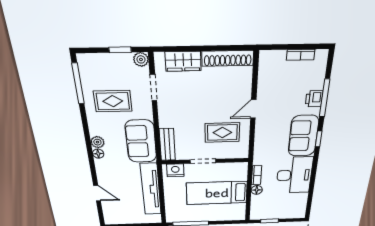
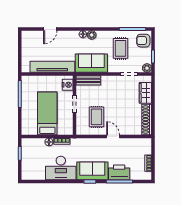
armchair: (95, 66) -> (143, 41), added
printer: (314, 99) -> (119, 172), width x1.87, depth x1.48

